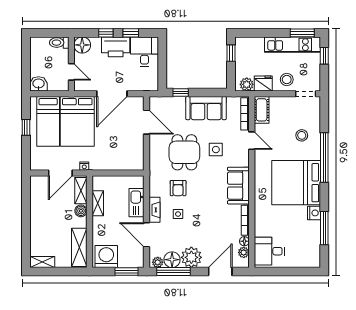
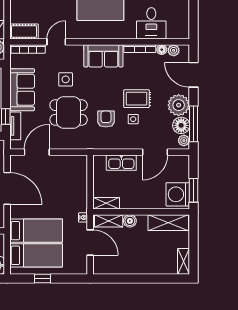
tv unit: (171, 102) -> (15, 126), added
bed: (77, 121) -> (36, 231), width x0.67
armchair: (178, 188) -> (106, 119), turned -90
shelving: (98, 203) -> (106, 203), moved
fireplace: (155, 210) -> (129, 144), removed
rug: (198, 217) -> (137, 99), added
desk: (269, 251) -> (151, 23), moved
window: (127, 272) -> (194, 190), moved

